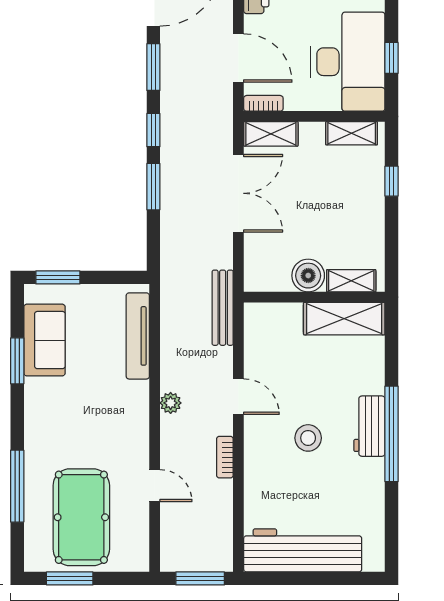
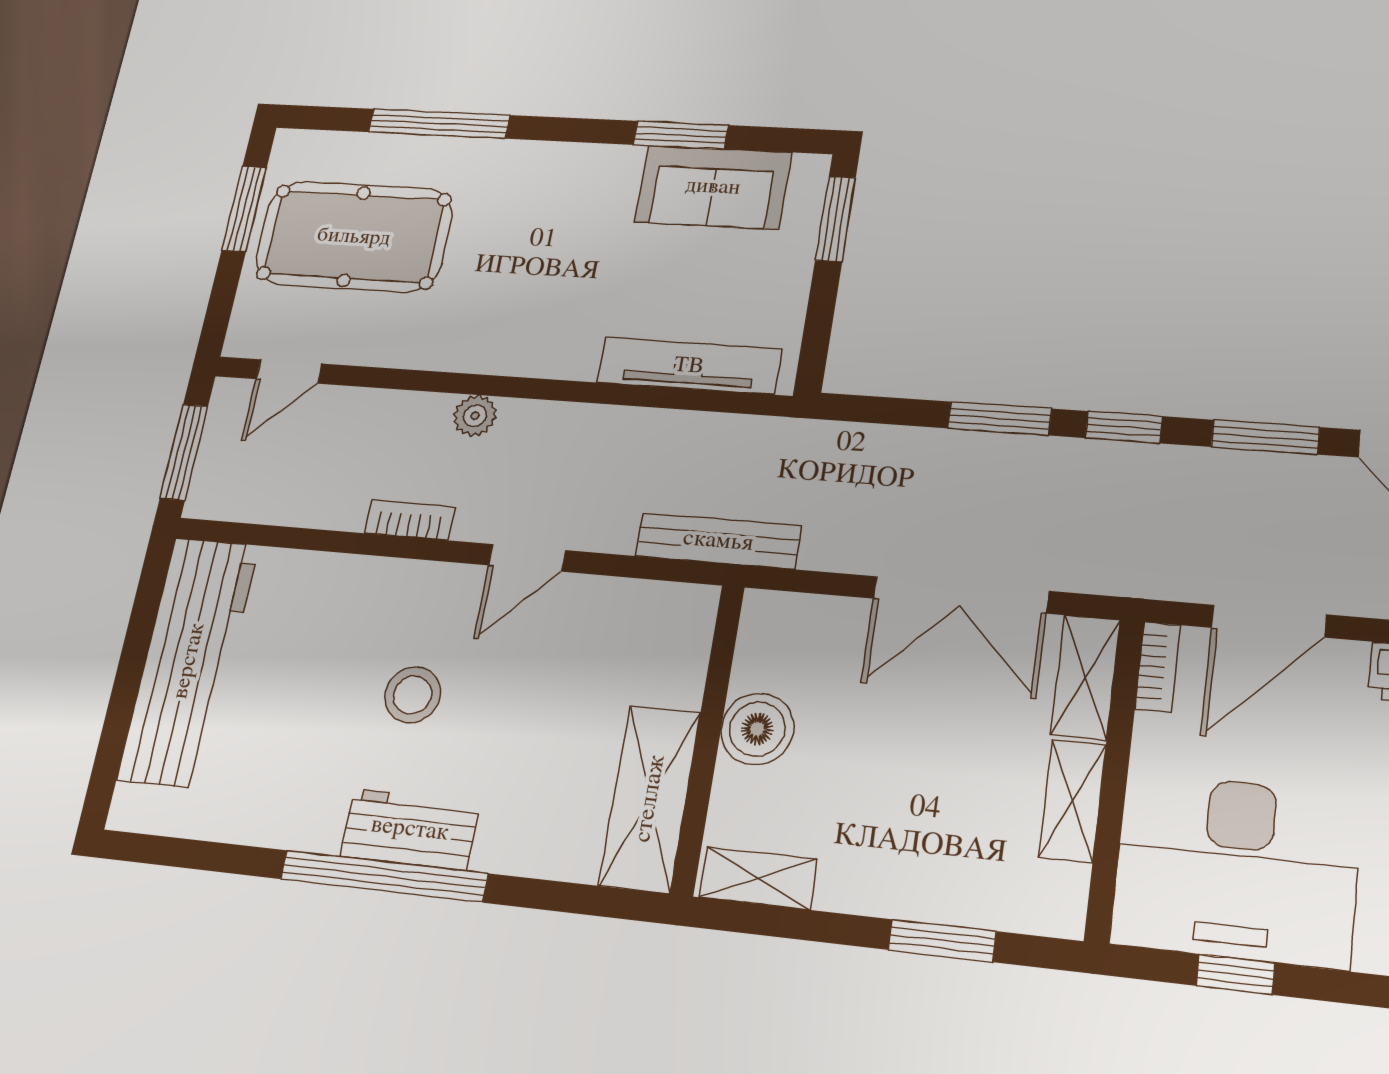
shelving: (352, 133) -> (1072, 801), moved
window: (392, 181) -> (942, 941), width x1.50
shelving: (351, 281) -> (758, 878), moved, turned 90
plant: (171, 403) -> (475, 416), moved
door: (155, 486) -> (289, 371), moved

